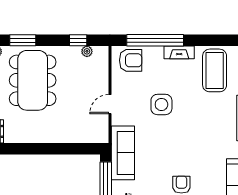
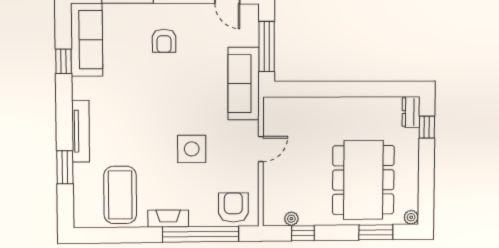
armchair: (131, 60) -> (233, 207), turned 90

